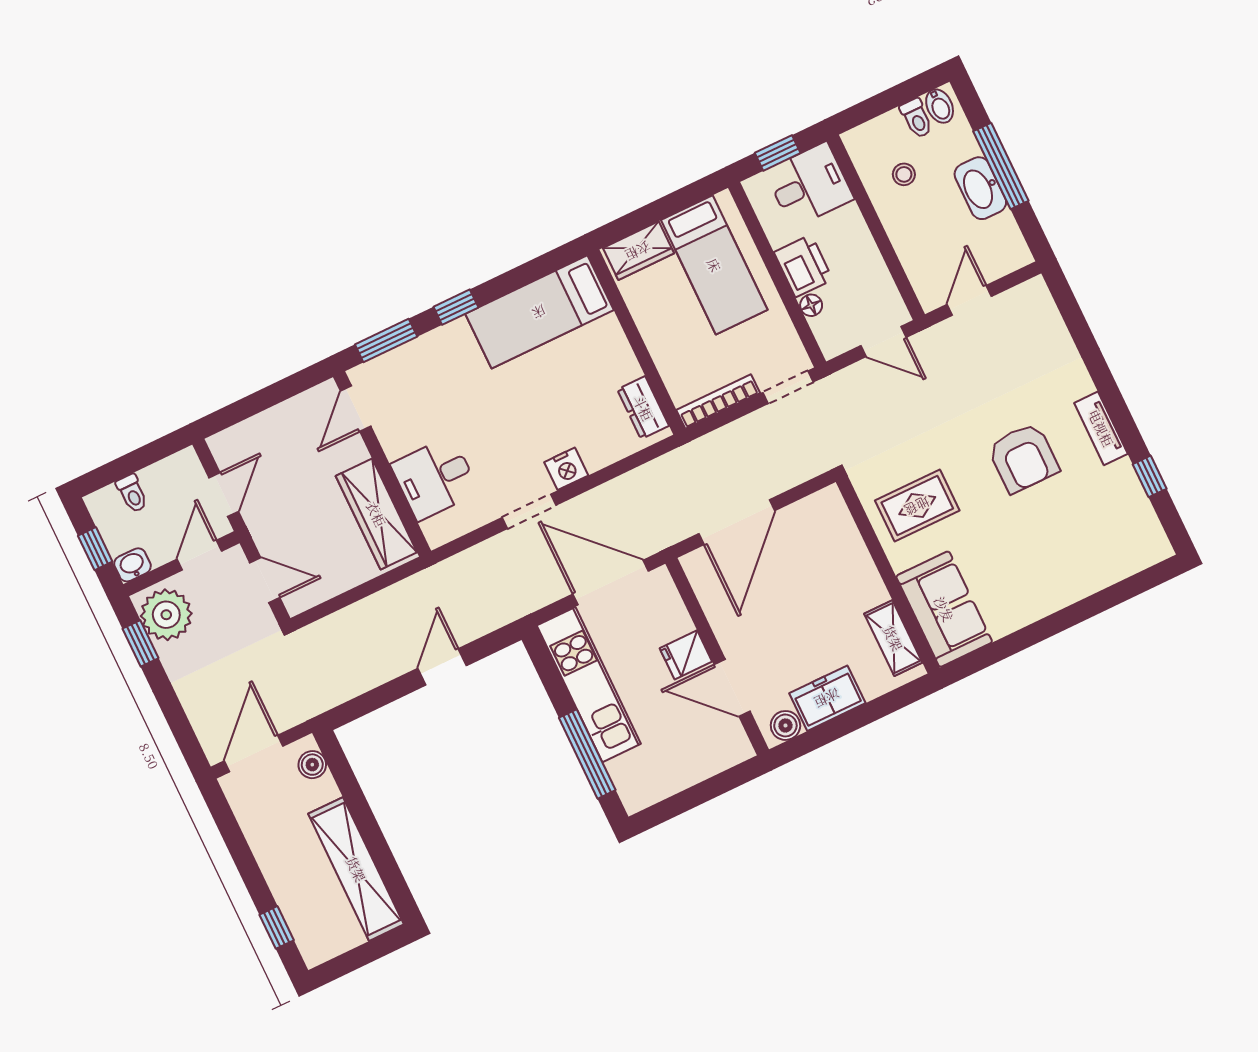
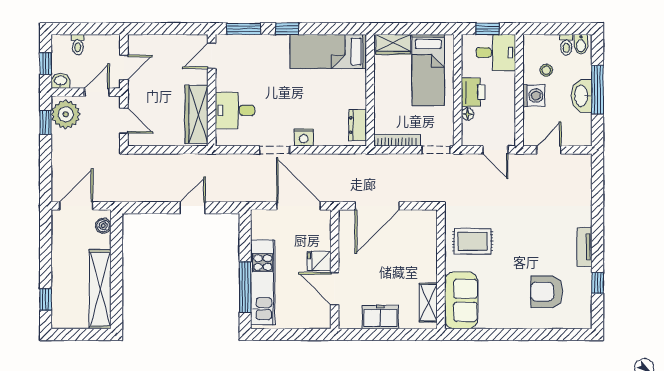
washing machine: (903, 225) -> (534, 96), added
armchair: (1023, 458) -> (547, 292), moved, turned 90
kitchen unit: (589, 685) -> (263, 282), moved
boiler: (785, 725) -> (352, 321), removed

